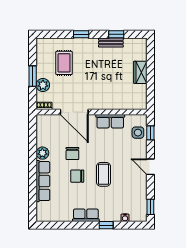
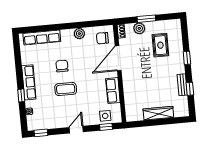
rug: (64, 63) -> (160, 45), turned 90
wardrobe: (140, 72) -> (158, 113), width x1.50
chair: (72, 153) -> (102, 38), moved
row of seats: (43, 181) -> (42, 37), moved
row of seats: (86, 215) -> (29, 82), width x1.48

